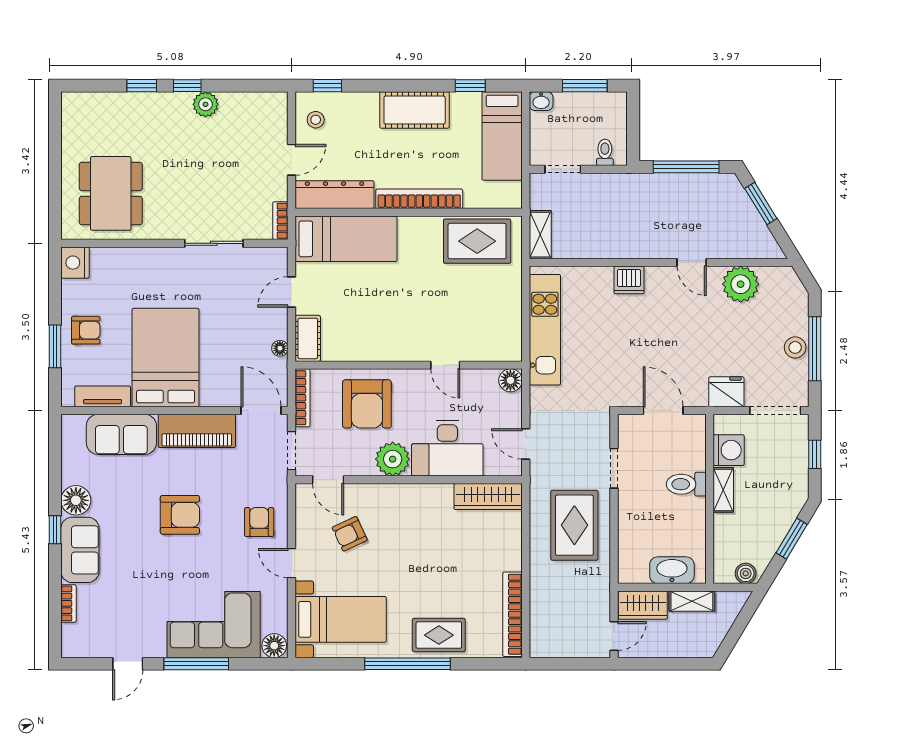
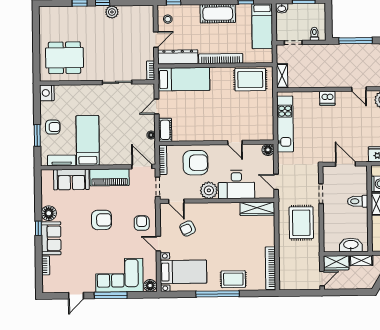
dining table: (111, 193) -> (65, 58), turned 90
bed: (166, 358) -> (88, 141), width x0.67
armchair: (367, 404) -> (195, 163), turned -90

